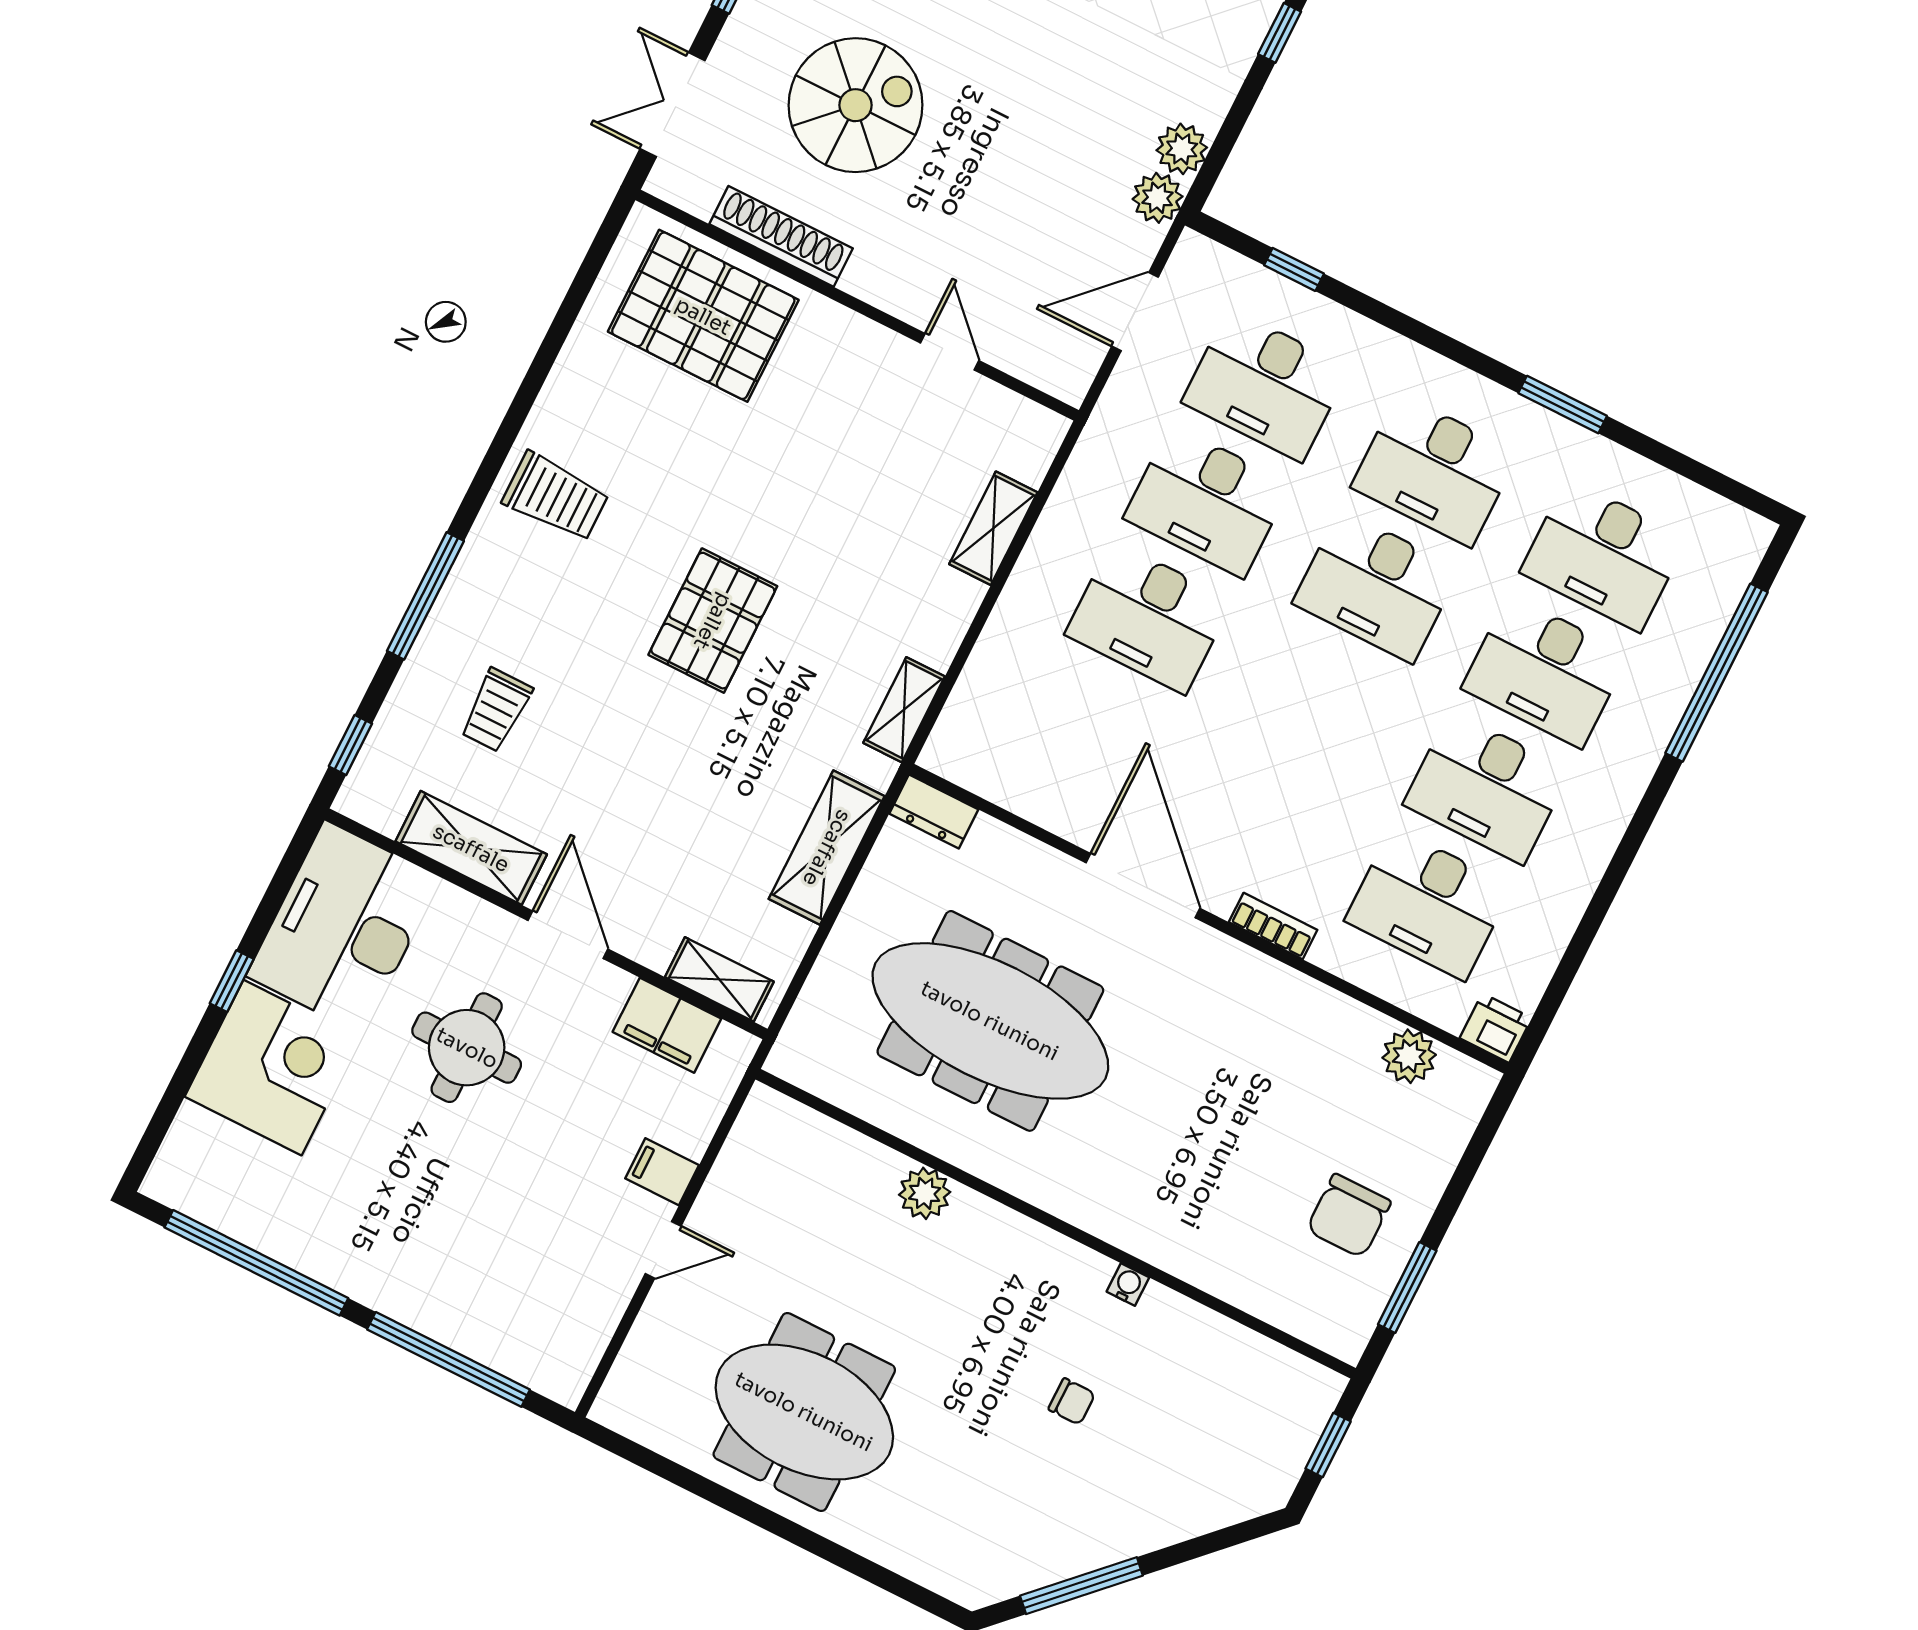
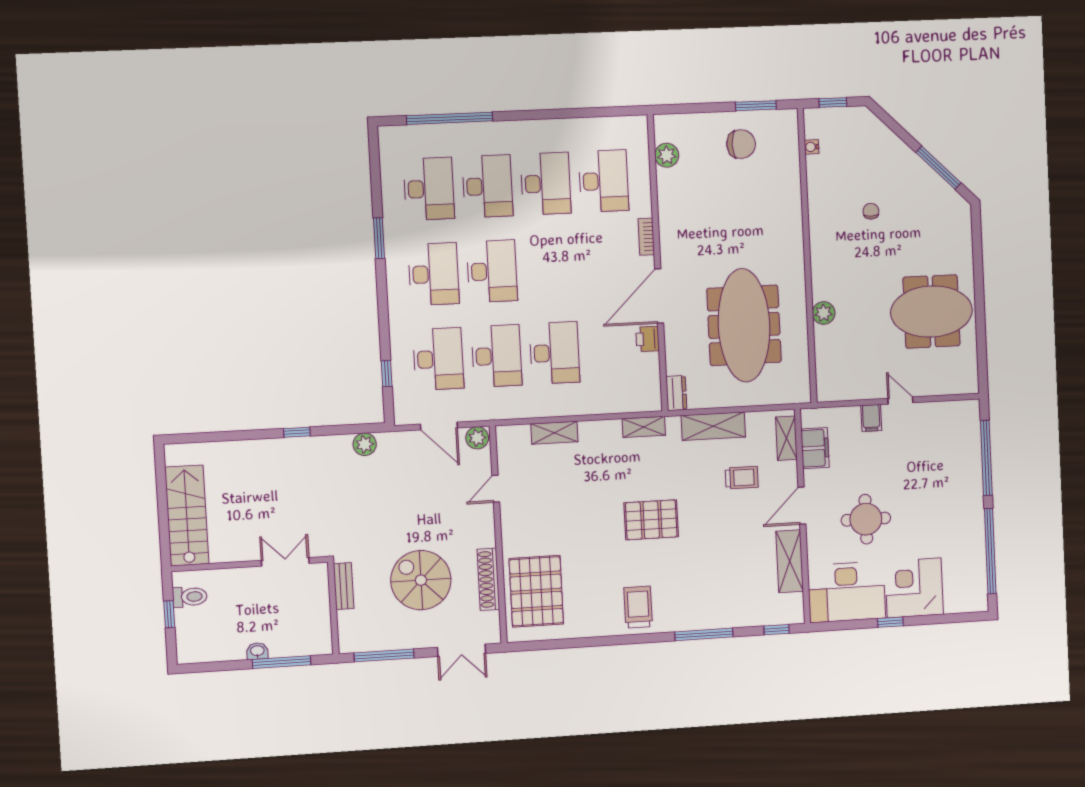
plant: (1158, 198) -> (477, 438), moved
trolley: (496, 710) -> (742, 478), moved
printer: (1496, 1028) -> (648, 339), moved
water cooler: (1128, 1284) -> (812, 147), moved
meeting table: (804, 1412) -> (931, 311), turned 90

